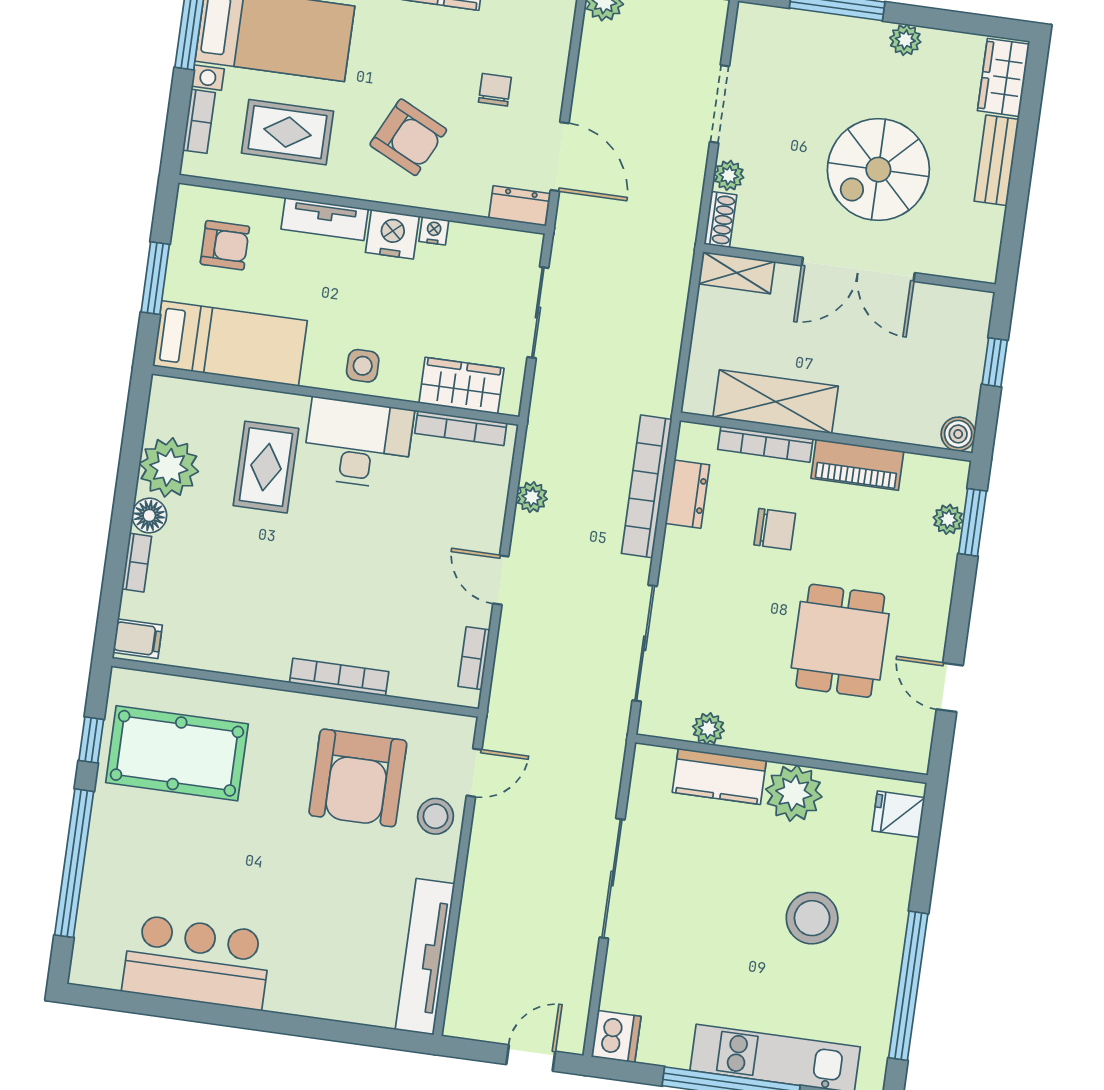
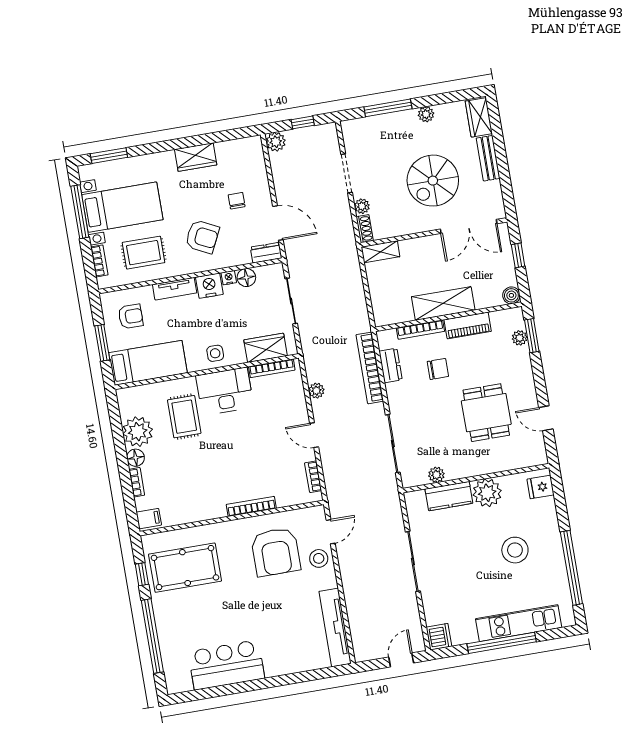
floor lamp: (467, 241) -> (246, 278), added
double door: (858, 269) -> (469, 226), moved
shelving: (776, 402) -> (443, 303), moved

